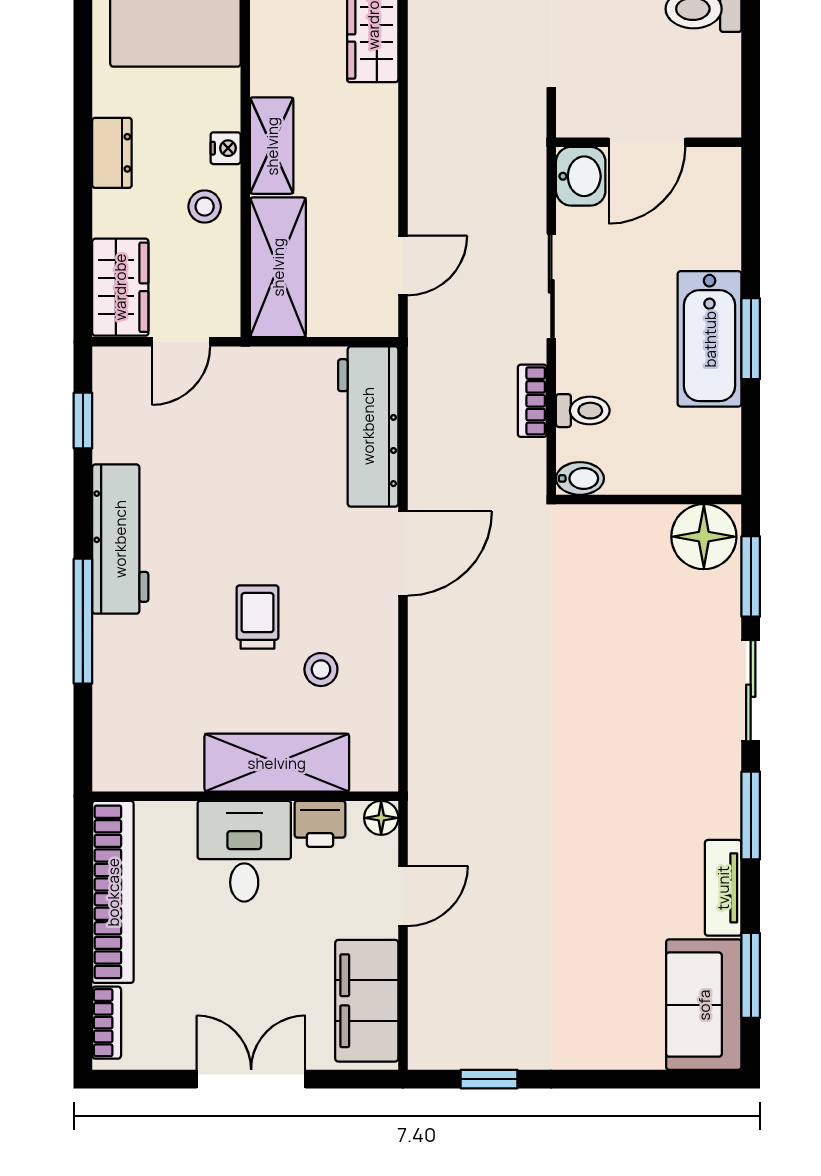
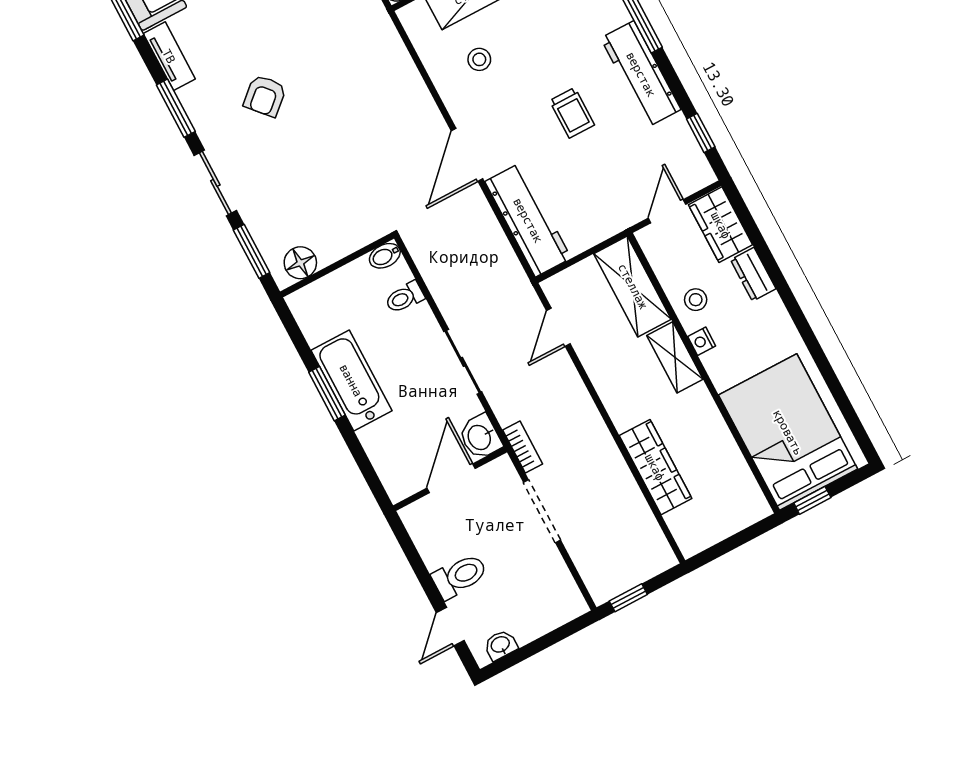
dresser: (112, 153) -> (753, 274), moved
bookcase: (532, 401) -> (523, 447), moved
floor lamp: (704, 537) -> (300, 263), width x0.73, depth x0.73
trolley: (257, 617) -> (572, 113), moved
armchair: (626, 770) -> (265, 96), added

